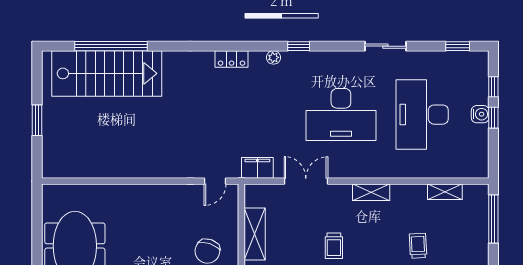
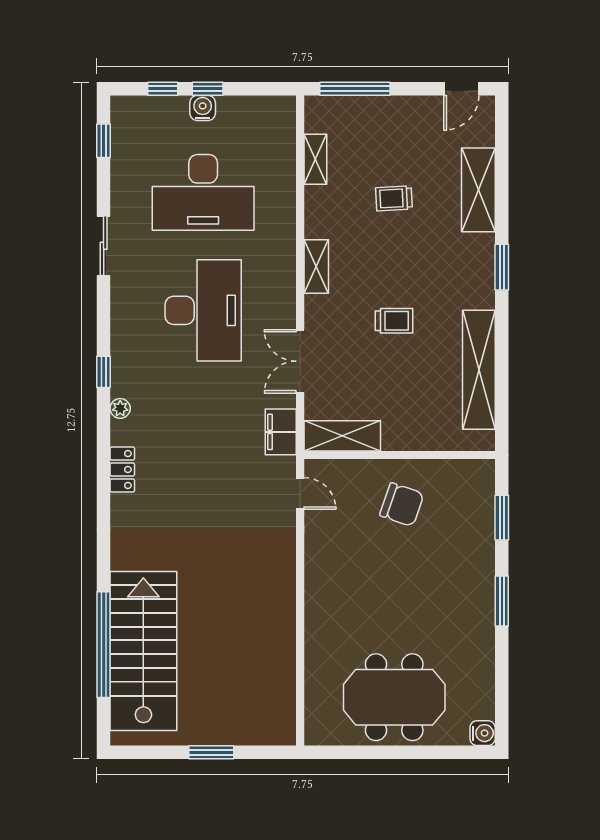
shelving: (255, 234) -> (342, 436), moved

